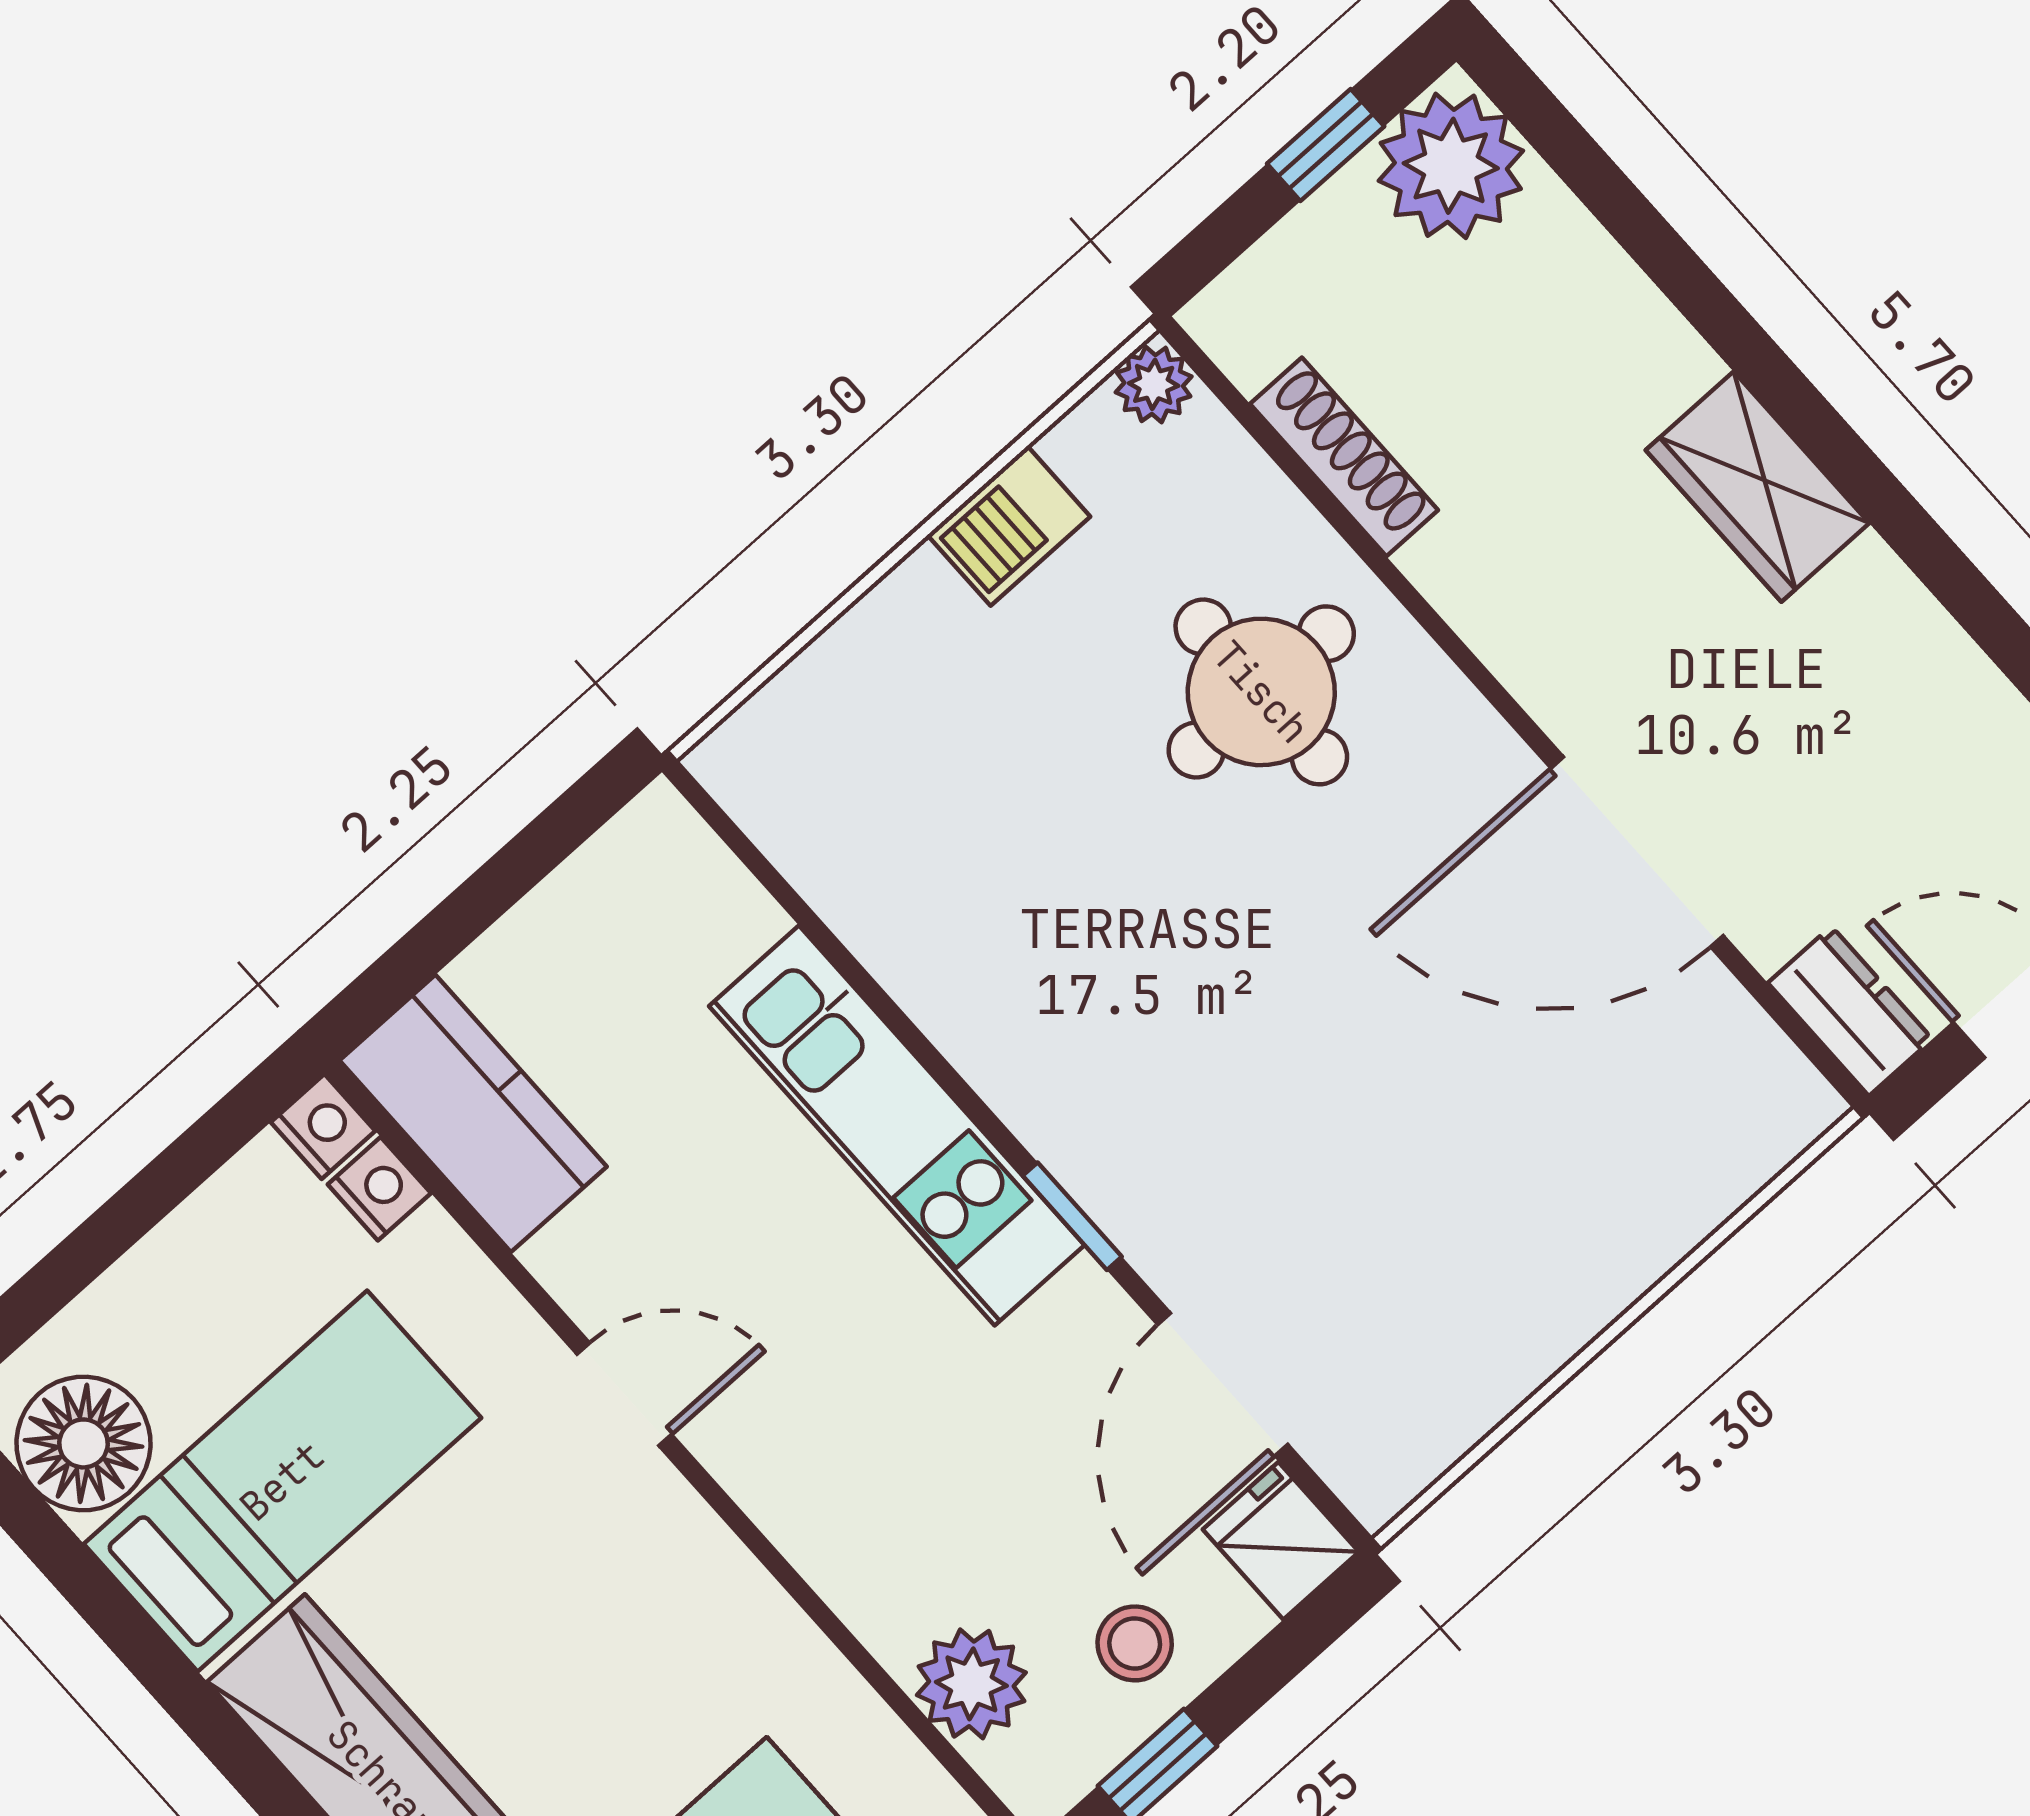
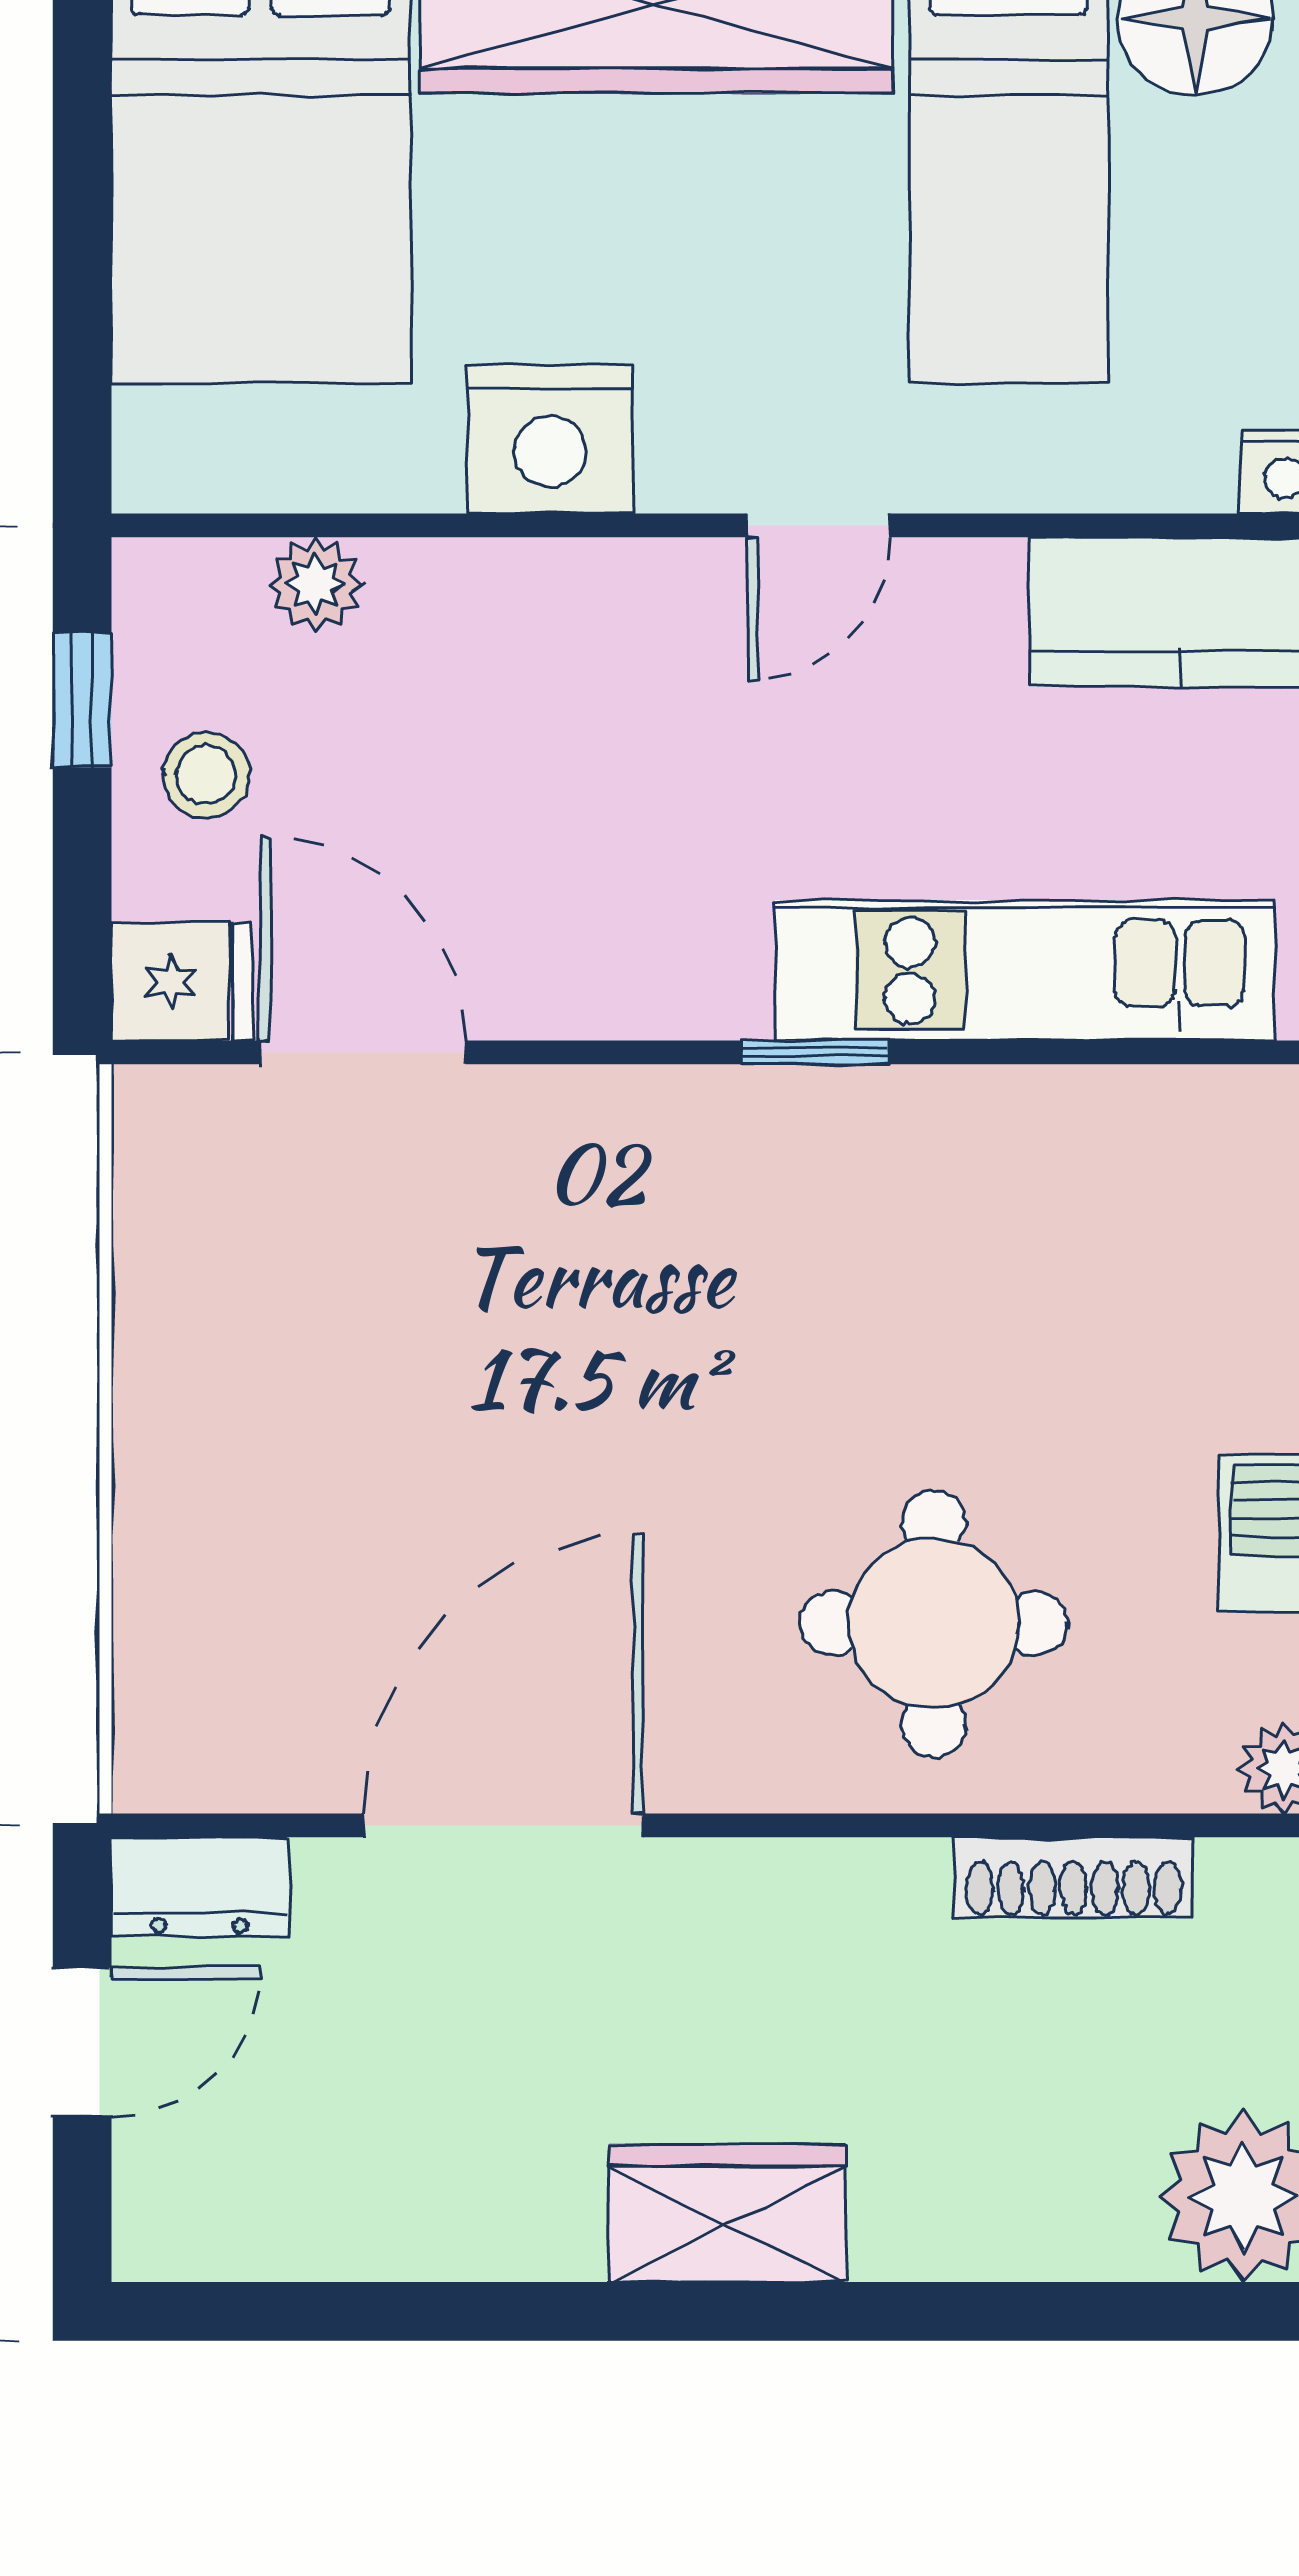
kitchen unit: (897, 1126) -> (1025, 970), moved
nightstand: (379, 1189) -> (550, 439), moved, width x1.89, depth x1.79
window: (1072, 1216) -> (815, 1052), moved
plant: (971, 1684) -> (315, 584), width x0.73, depth x0.73

